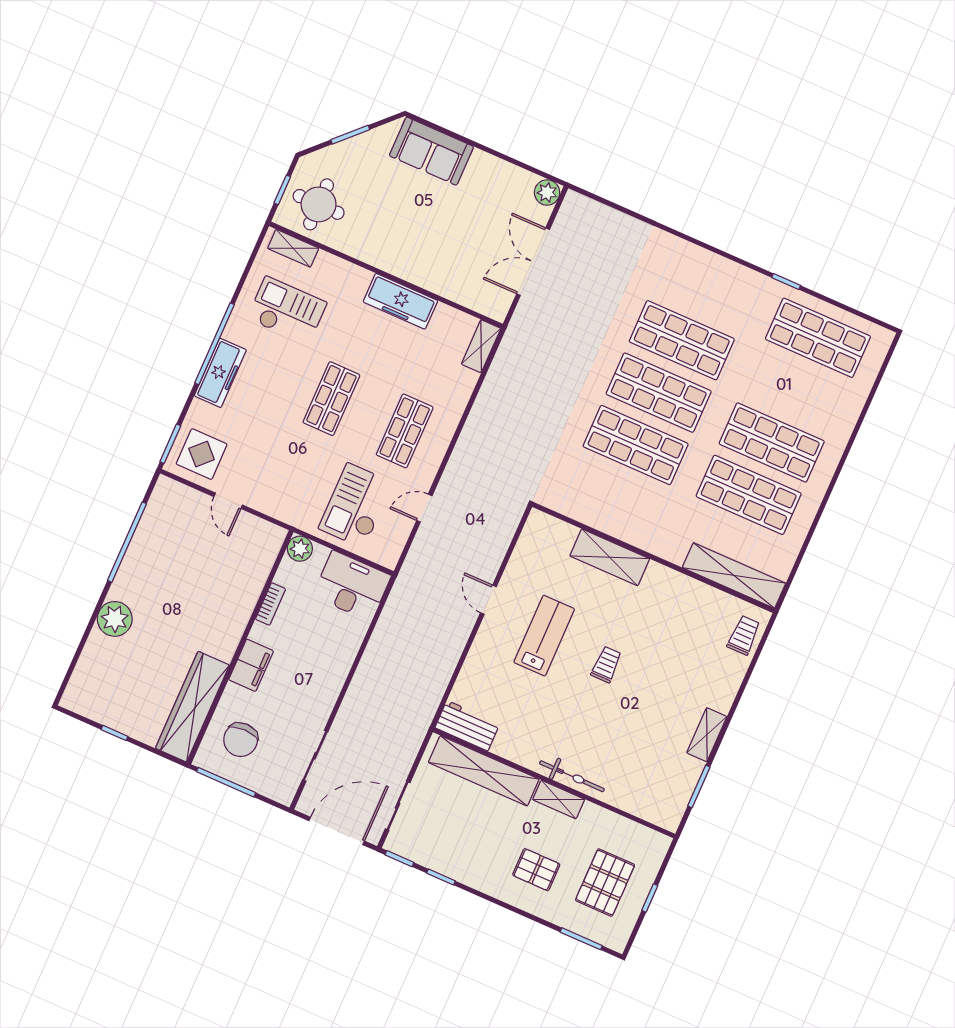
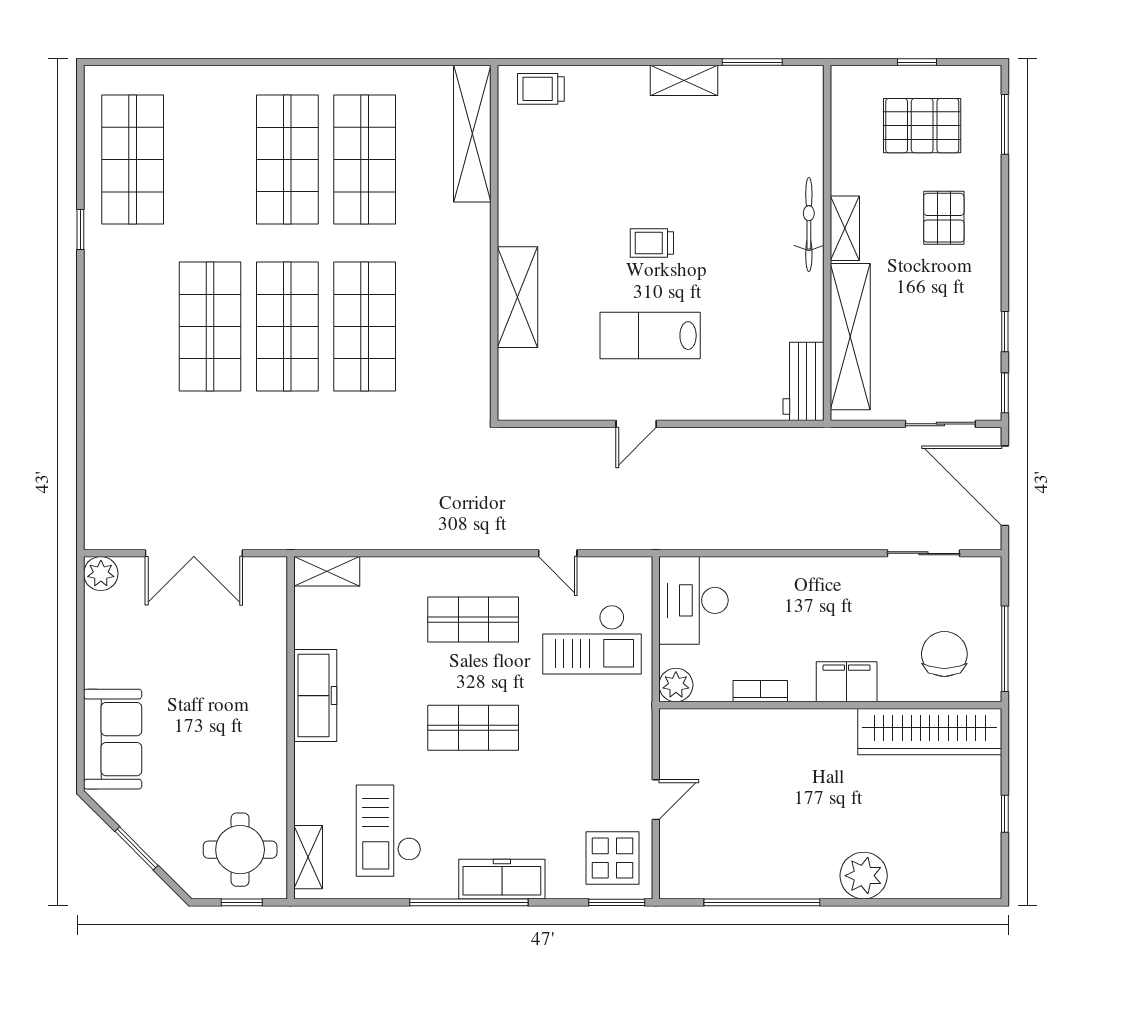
chair: (241, 740) -> (944, 654), turned -90

